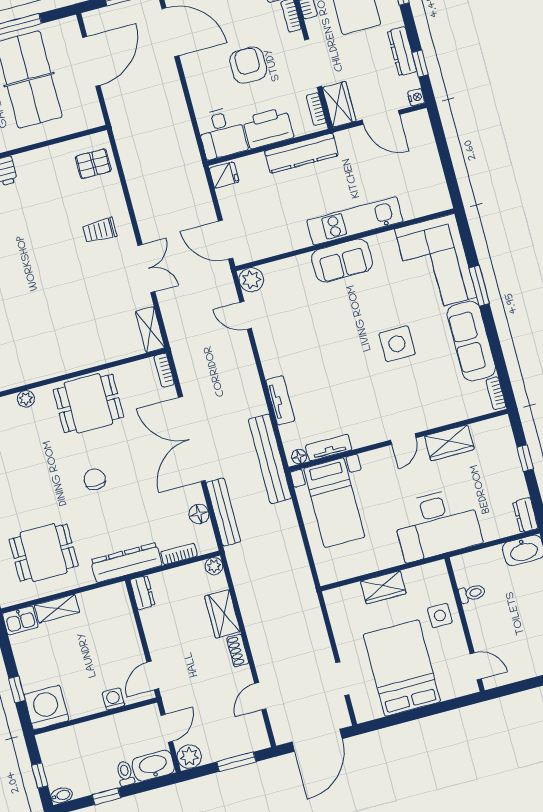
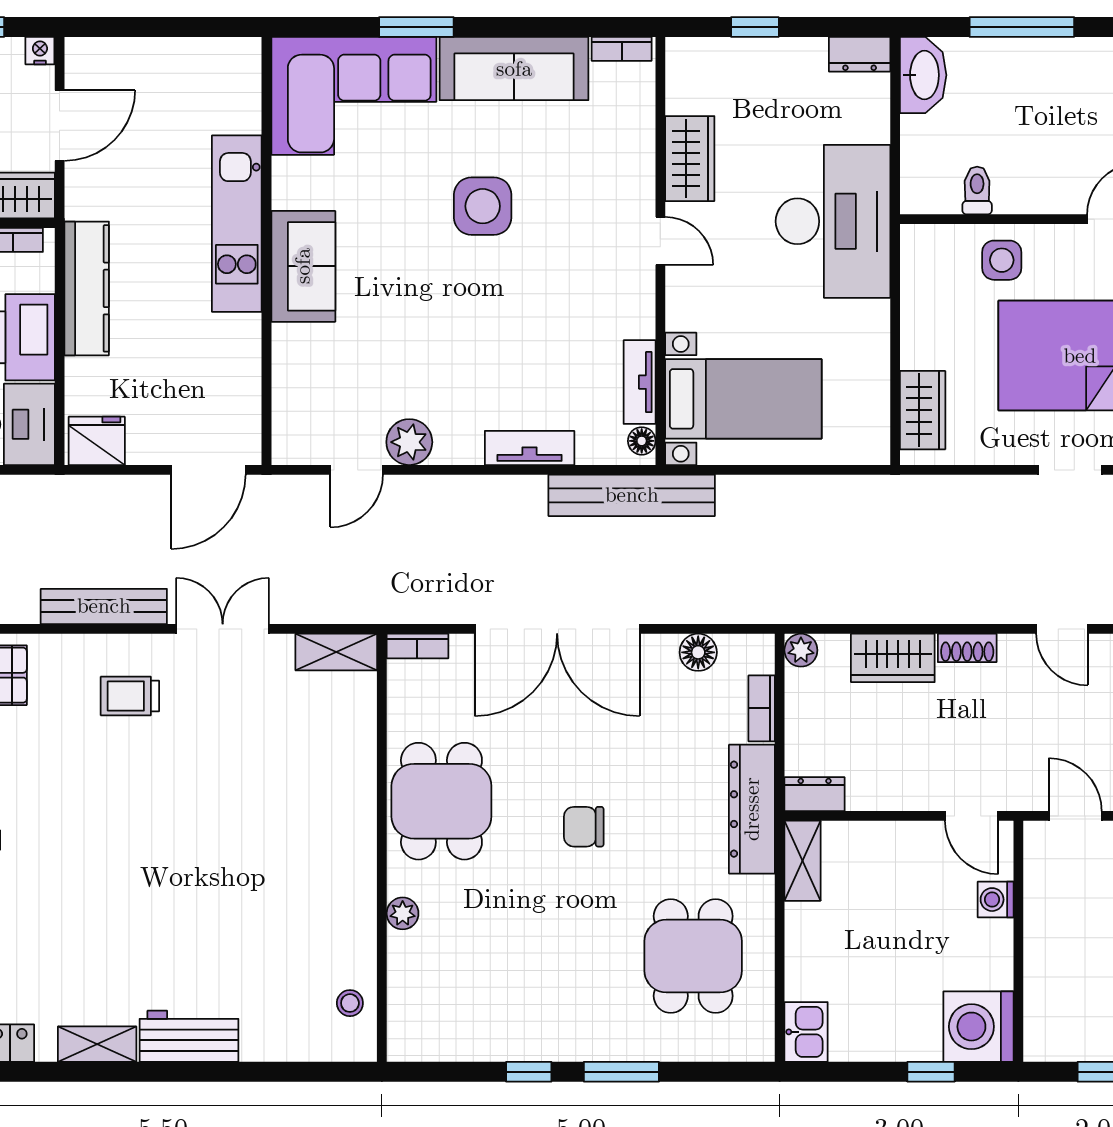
fridge: (224, 175) -> (97, 441), width x1.38
trolley: (100, 230) -> (130, 696), turned 90
plant: (251, 280) -> (409, 442), moved
bench: (223, 512) -> (104, 606), moved
wardrobe: (383, 587) -> (923, 410), moved
shelving: (57, 609) -> (802, 861), moved

